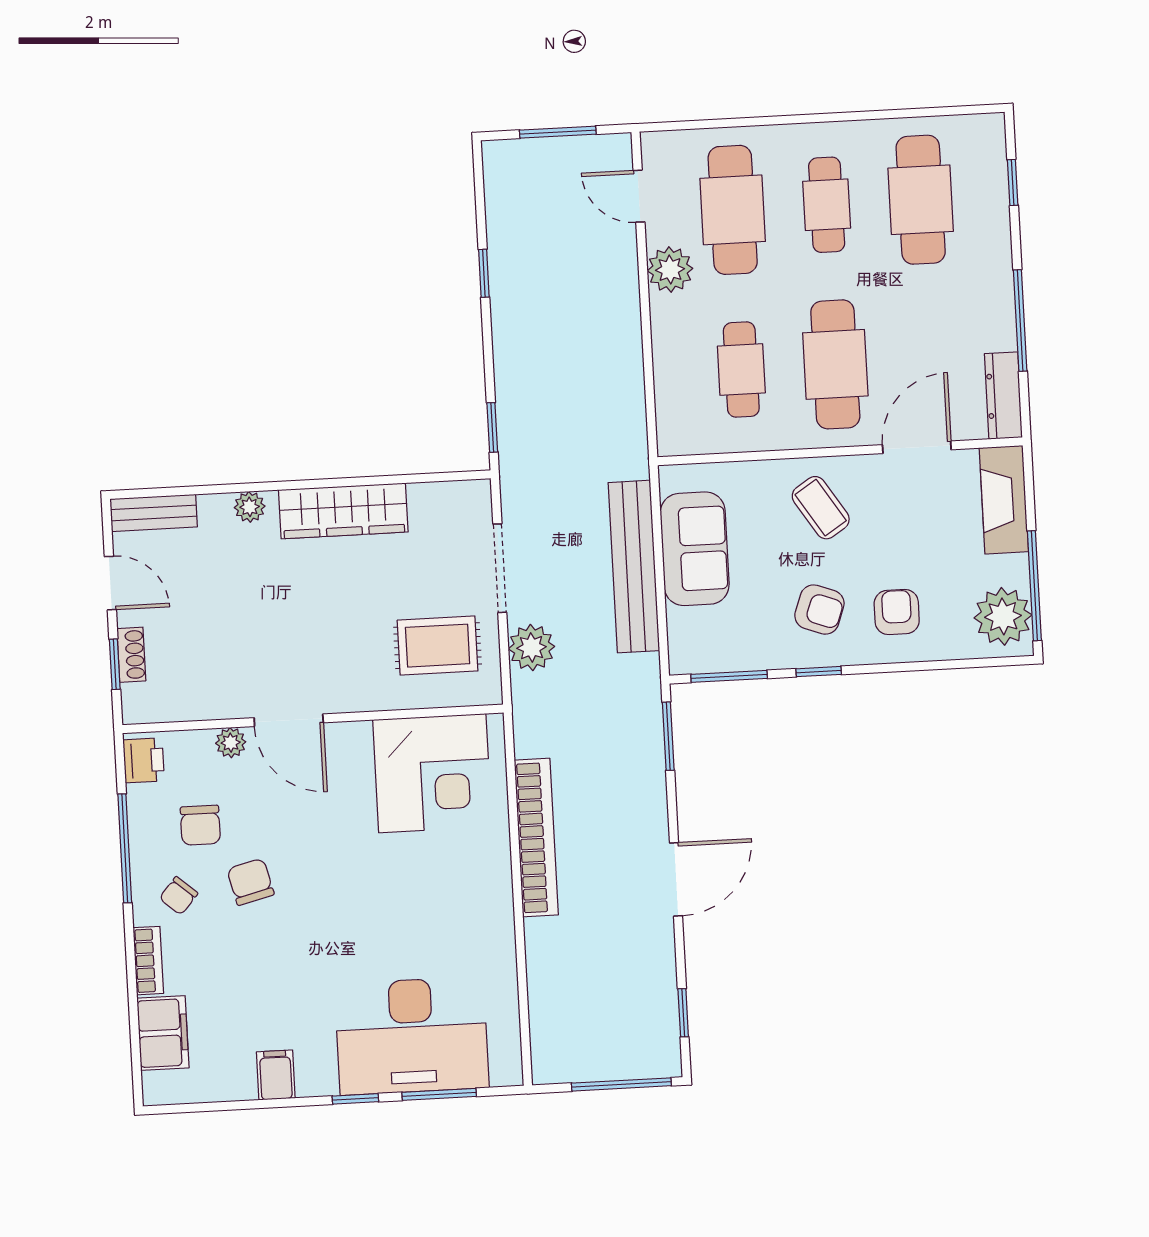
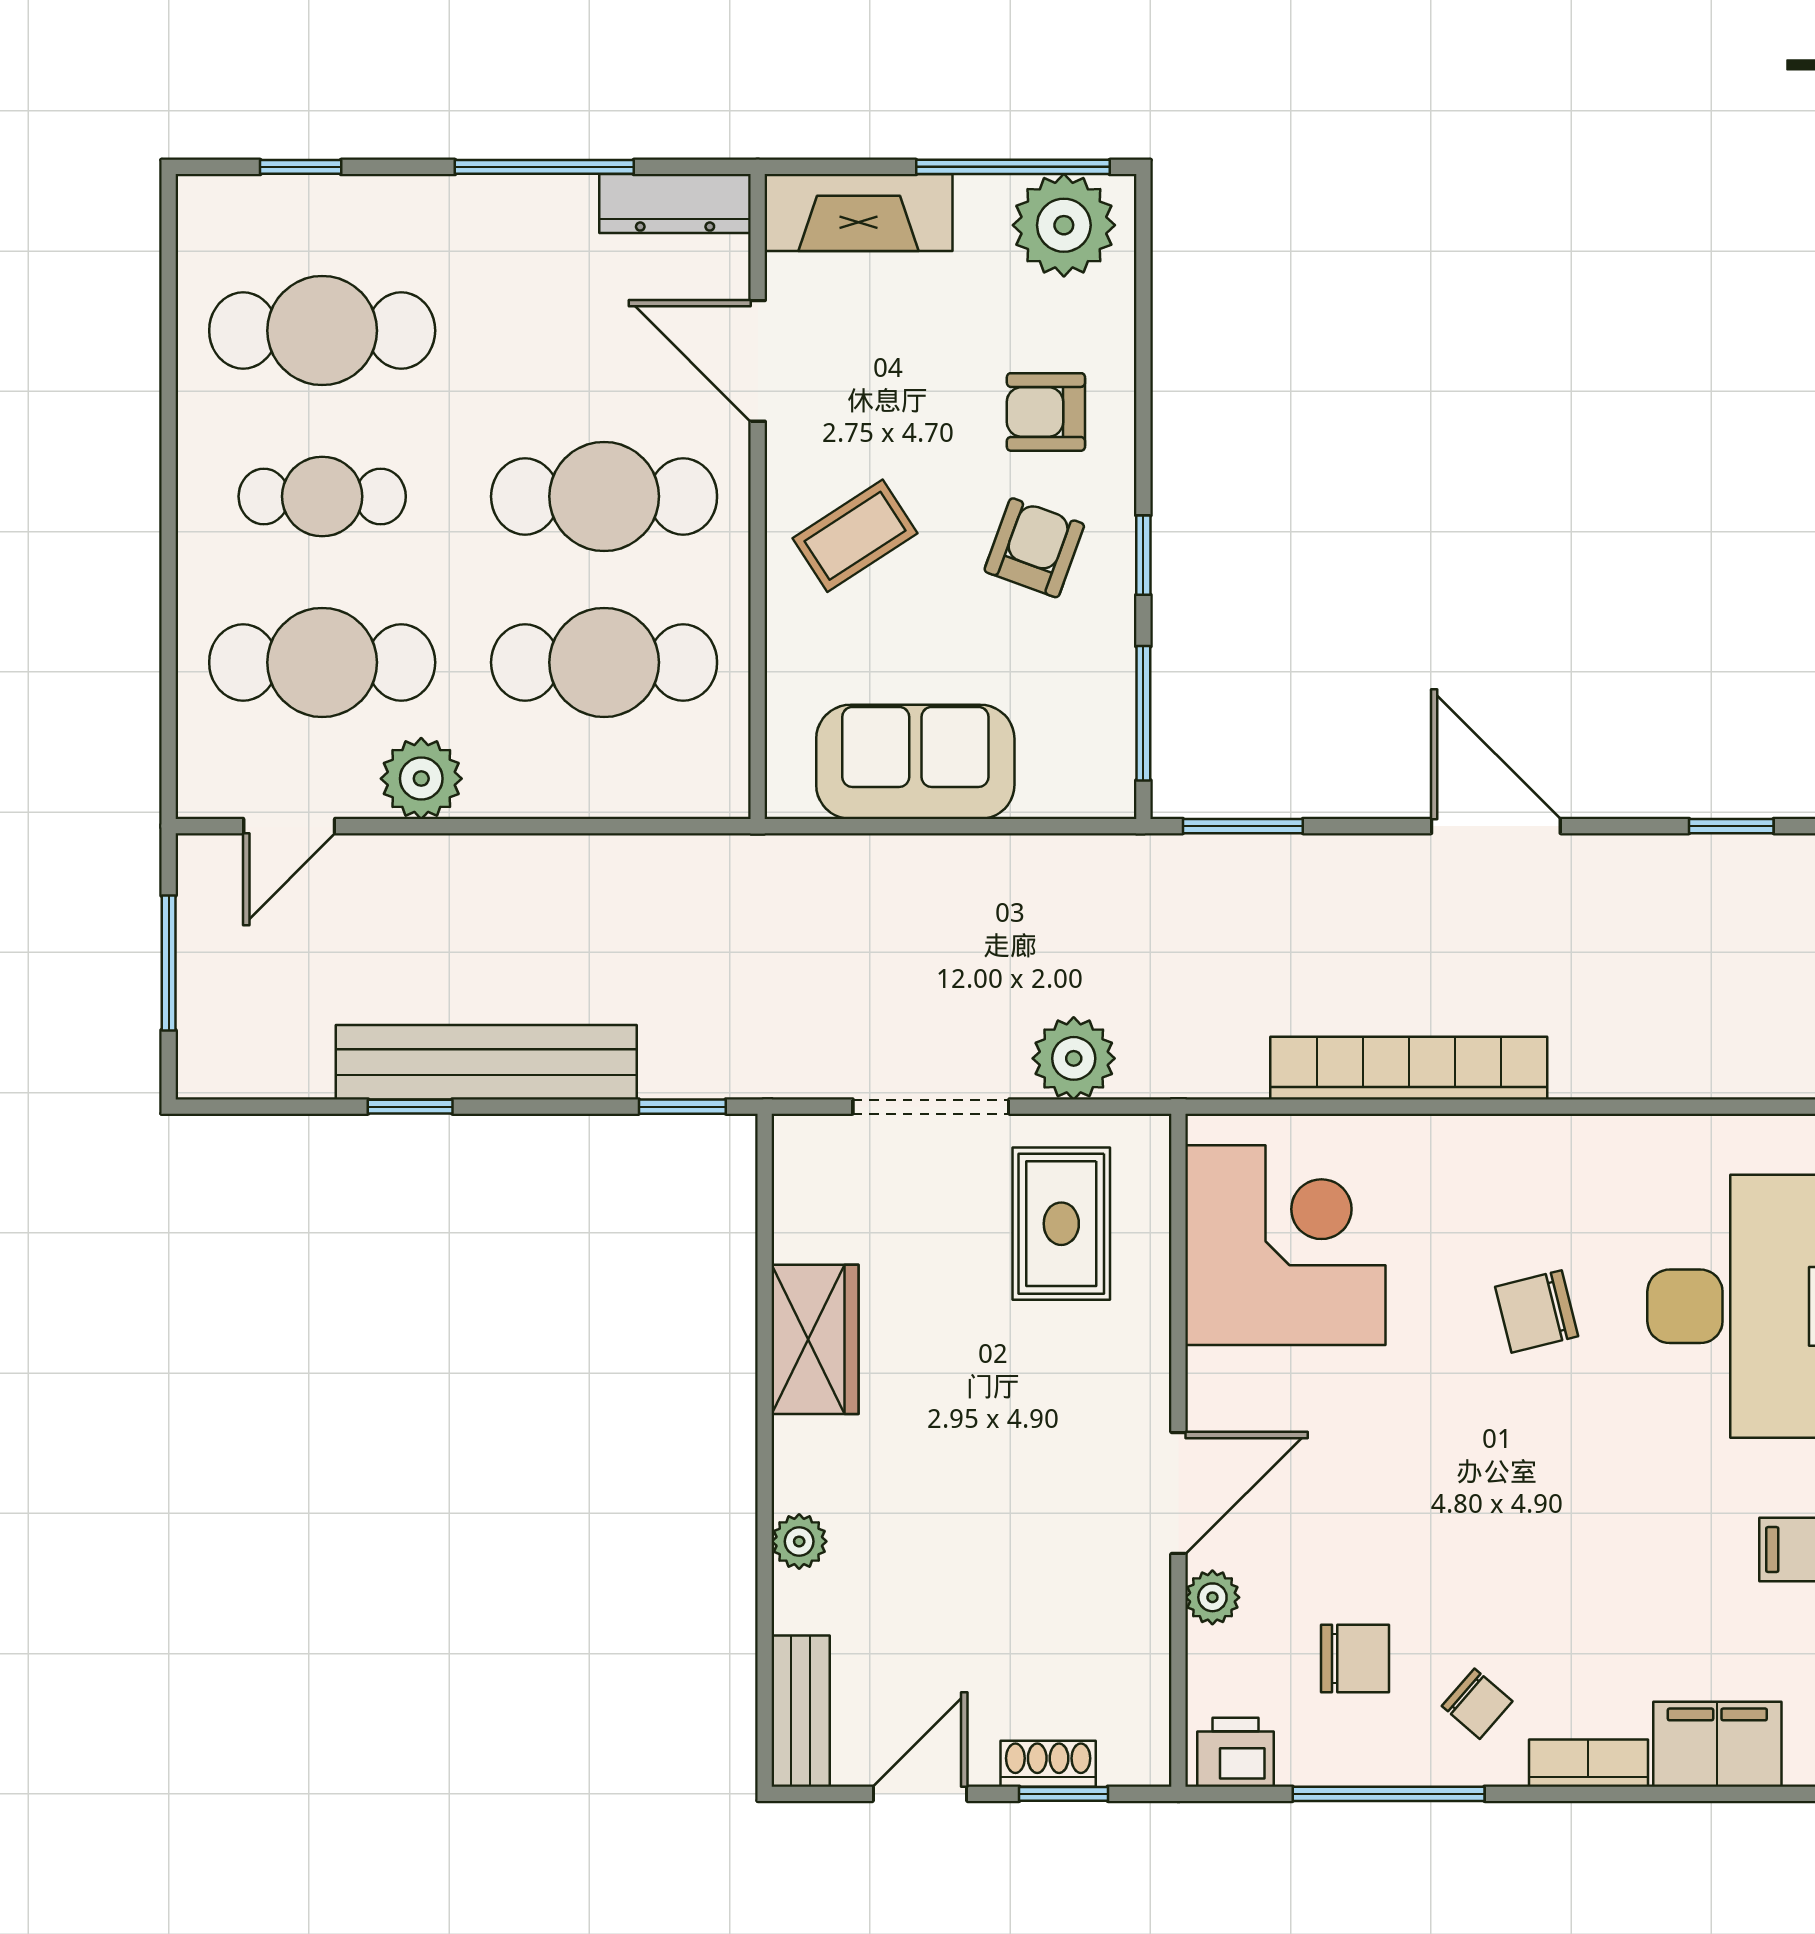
cafe table: (741, 369) -> (604, 662), width x1.37, depth x1.35
wardrobe: (343, 511) -> (815, 1339), width x0.67
bench: (634, 567) -> (486, 1062), moved
chair: (250, 882) -> (1537, 1311), moved

